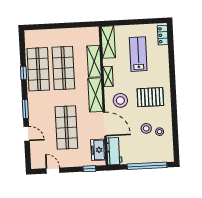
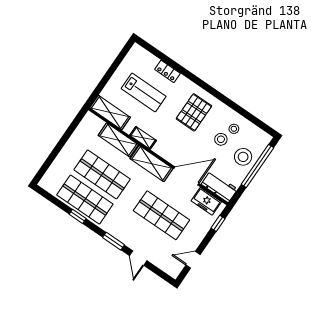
locker: (163, 35) -> (167, 71), moved
lab bench: (138, 54) -> (144, 92), turned 180
stool: (120, 100) -> (243, 157), moved
door: (27, 134) -> (138, 258), swing flipped

